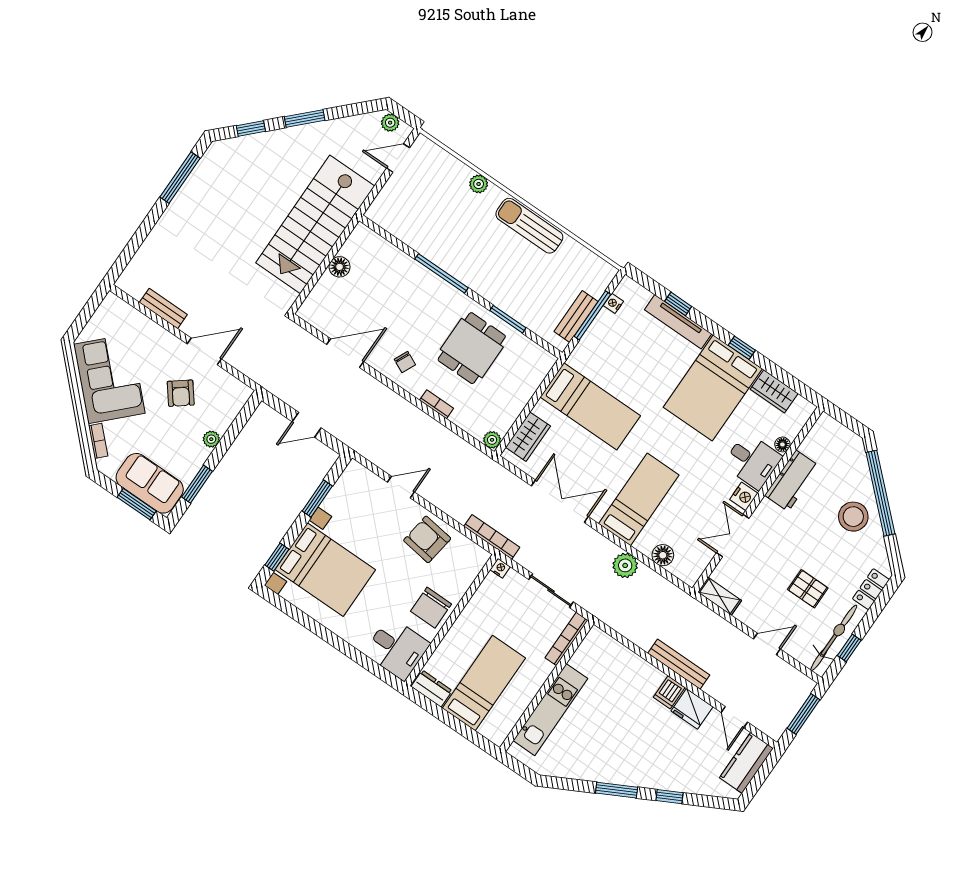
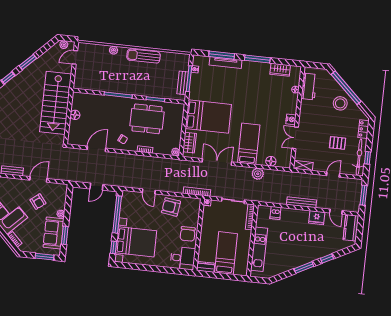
window: (678, 304) -> (222, 55), width x2.17
dining table: (472, 348) -> (147, 119), width x1.38
window: (742, 348) -> (257, 59), width x2.17
bed: (713, 388) -> (254, 82), removed
bed: (590, 406) -> (208, 116), width x1.50
desk: (752, 461) -> (287, 103), removed
workbench: (792, 481) -> (309, 86), moved
sofa: (150, 483) -> (54, 233), moved, turned -90
door: (401, 487) -> (149, 191), swing flipped
window: (317, 499) -> (117, 214), width x2.11
dishwasher: (669, 692) -> (275, 213), moved

